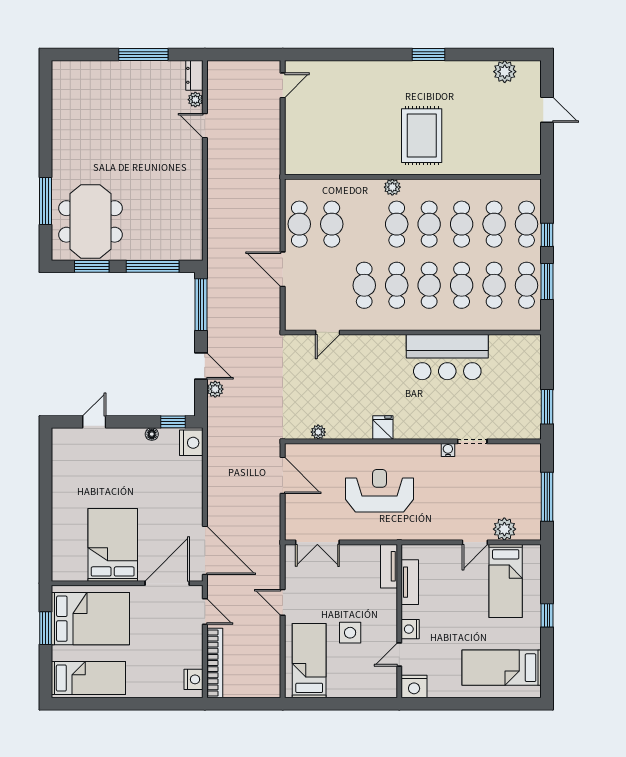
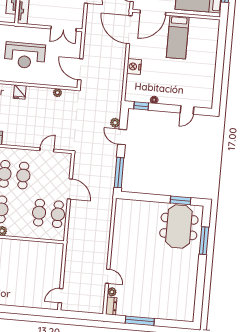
window: (153, 266) -> (145, 197), removed
nightstand: (191, 443) -> (134, 67), moved
double door: (317, 542) -> (64, 29), swing flipped
bed: (113, 545) -> (178, 37), width x0.67

